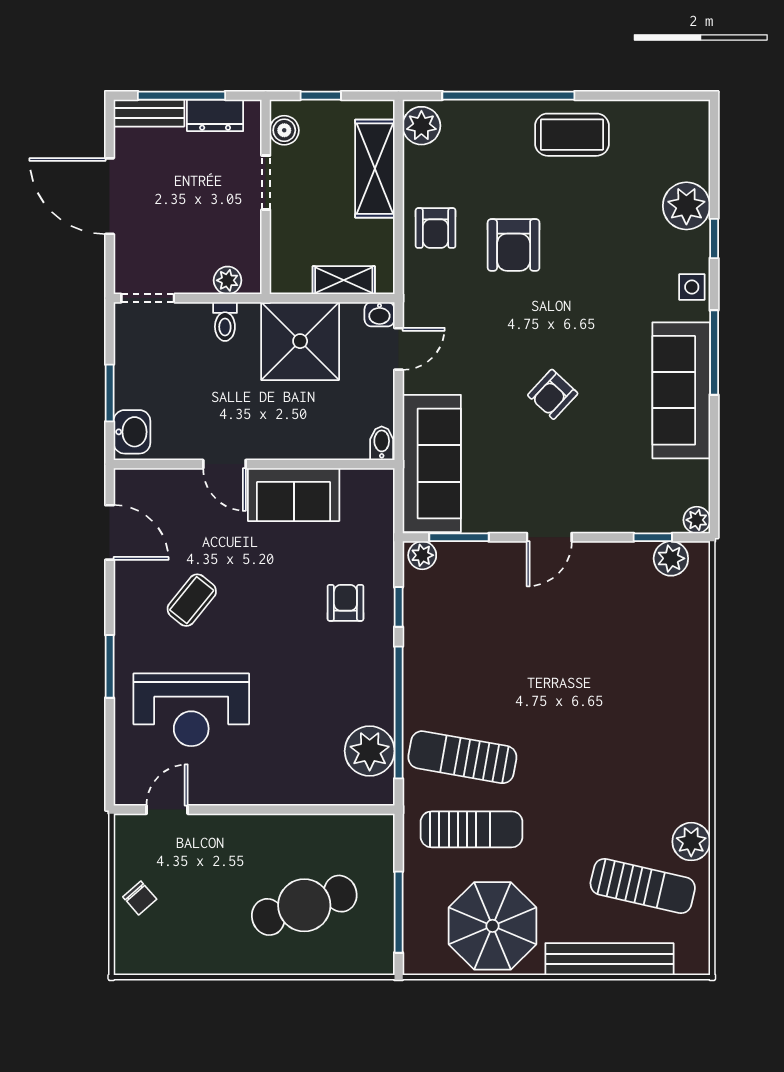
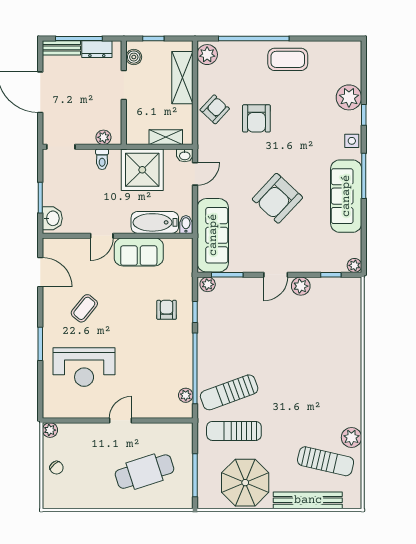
armchair: (436, 228) -> (215, 109), turned -137
armchair: (553, 394) -> (277, 198), width x1.88, depth x1.88
bathtub: (323, 439) -> (155, 222), added
door: (224, 464) -> (102, 236), hinge flipped
plant: (671, 558) -> (301, 286), moved
plant: (370, 751) -> (186, 395), width x0.53, depth x0.53
sun lounger: (462, 757) -> (229, 392), turned -30
door: (167, 810) -> (120, 420), moved
plant: (128, 828) -> (50, 430), added
sun lounger: (472, 829) -> (234, 431), turned 180

